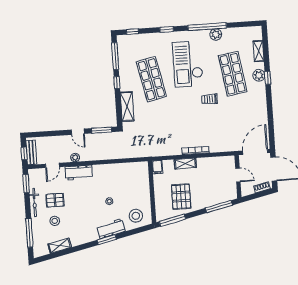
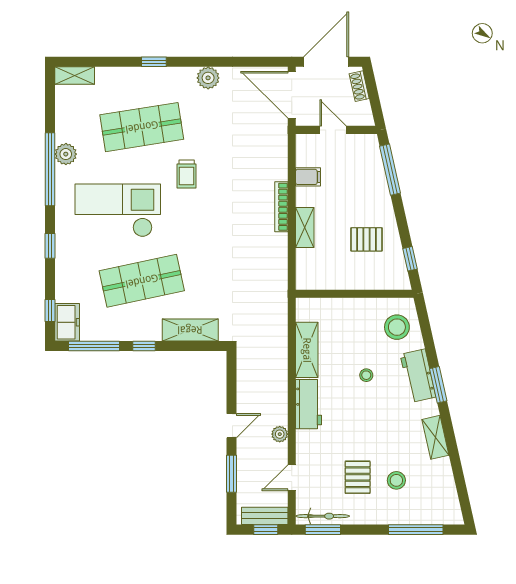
freezer: (127, 41) -> (67, 322), added
shelving: (259, 51) -> (75, 76), moved
checkout: (188, 64) -> (118, 210), turned 180
plant: (259, 75) -> (208, 78), moved
window: (102, 130) -> (232, 474), moved
door: (52, 165) -> (292, 478), swing flipped
filing cabinet: (157, 167) -> (308, 177), moved
shelving: (121, 169) -> (307, 350), added
workbench: (79, 173) -> (309, 404), moved
door: (238, 175) -> (333, 130), hinge flipped
pallet: (181, 197) -> (366, 239), width x0.67, depth x0.71
bicycle: (34, 202) -> (323, 516), moved
window: (172, 220) -> (410, 259), width x0.46
shelving: (60, 246) -> (435, 437), moved

